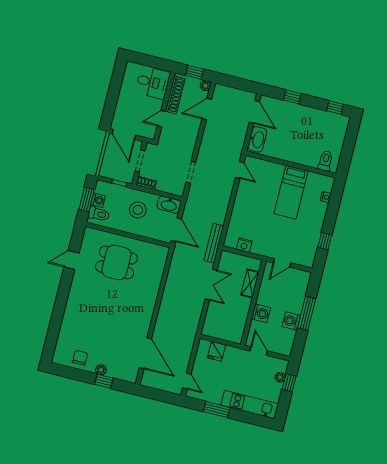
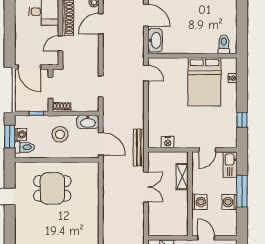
bed: (291, 192) -> (204, 82), width x1.50
kitchen sink: (301, 284) -> (230, 165), added

